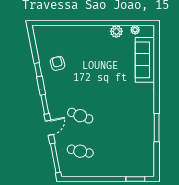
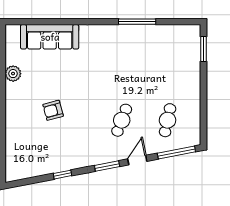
plant: (135, 30) -> (11, 49), removed
armchair: (58, 63) -> (53, 110), moved
door: (49, 128) -> (137, 160), hinge flipped

